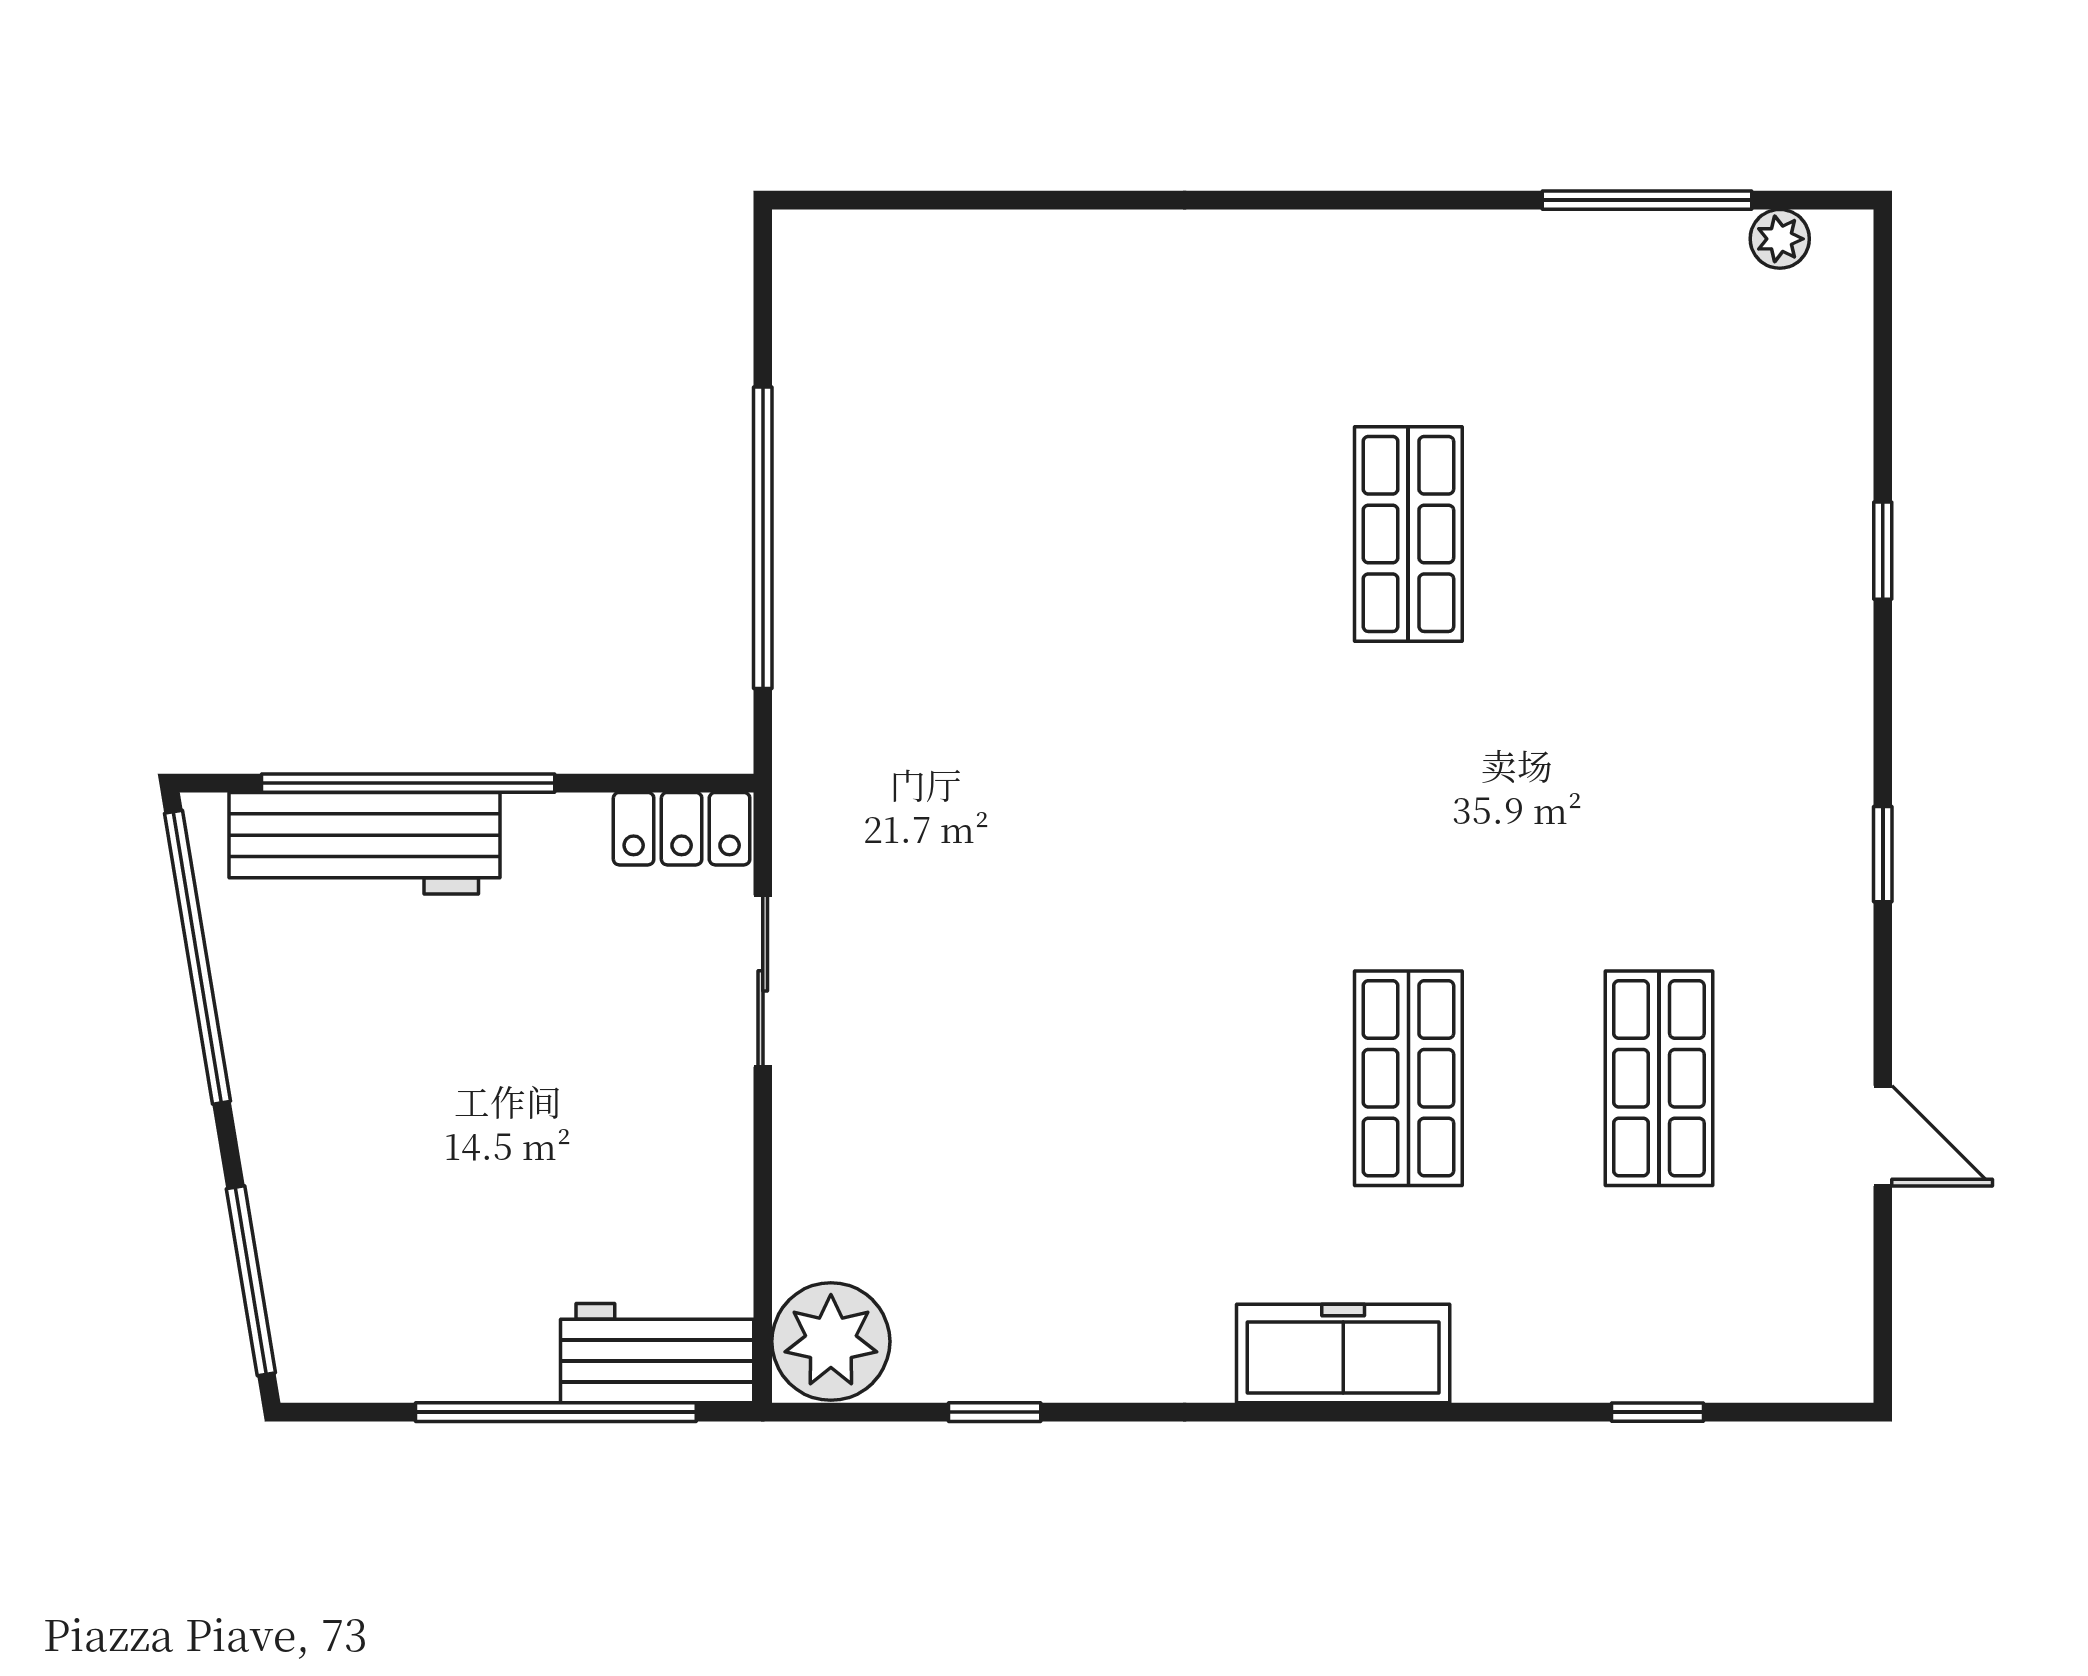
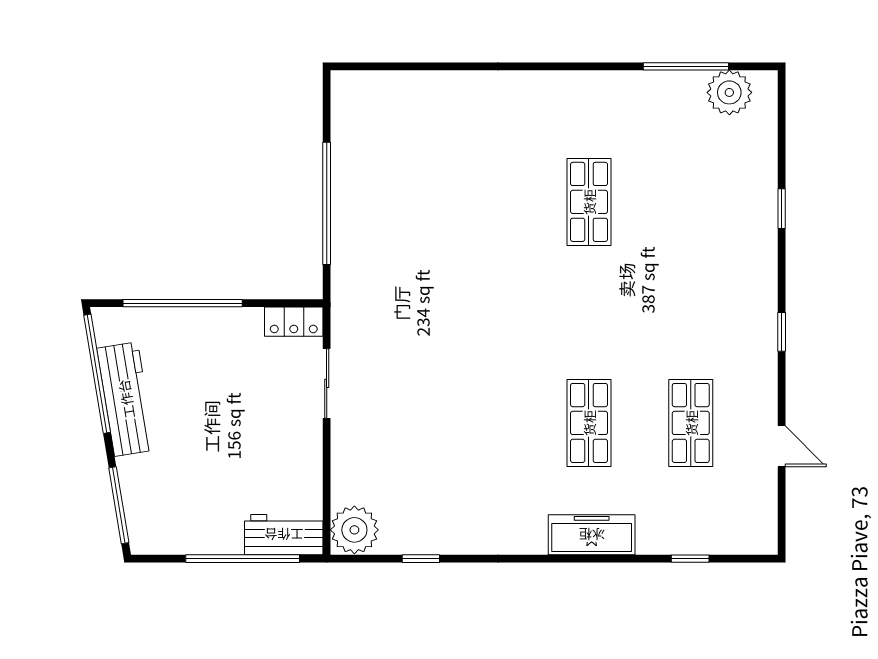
plant: (1780, 239) -> (729, 92), width x1.88, depth x1.88
workbench: (365, 843) -> (126, 399), moved, turned -99
freezer: (1343, 1353) -> (592, 535), moved

